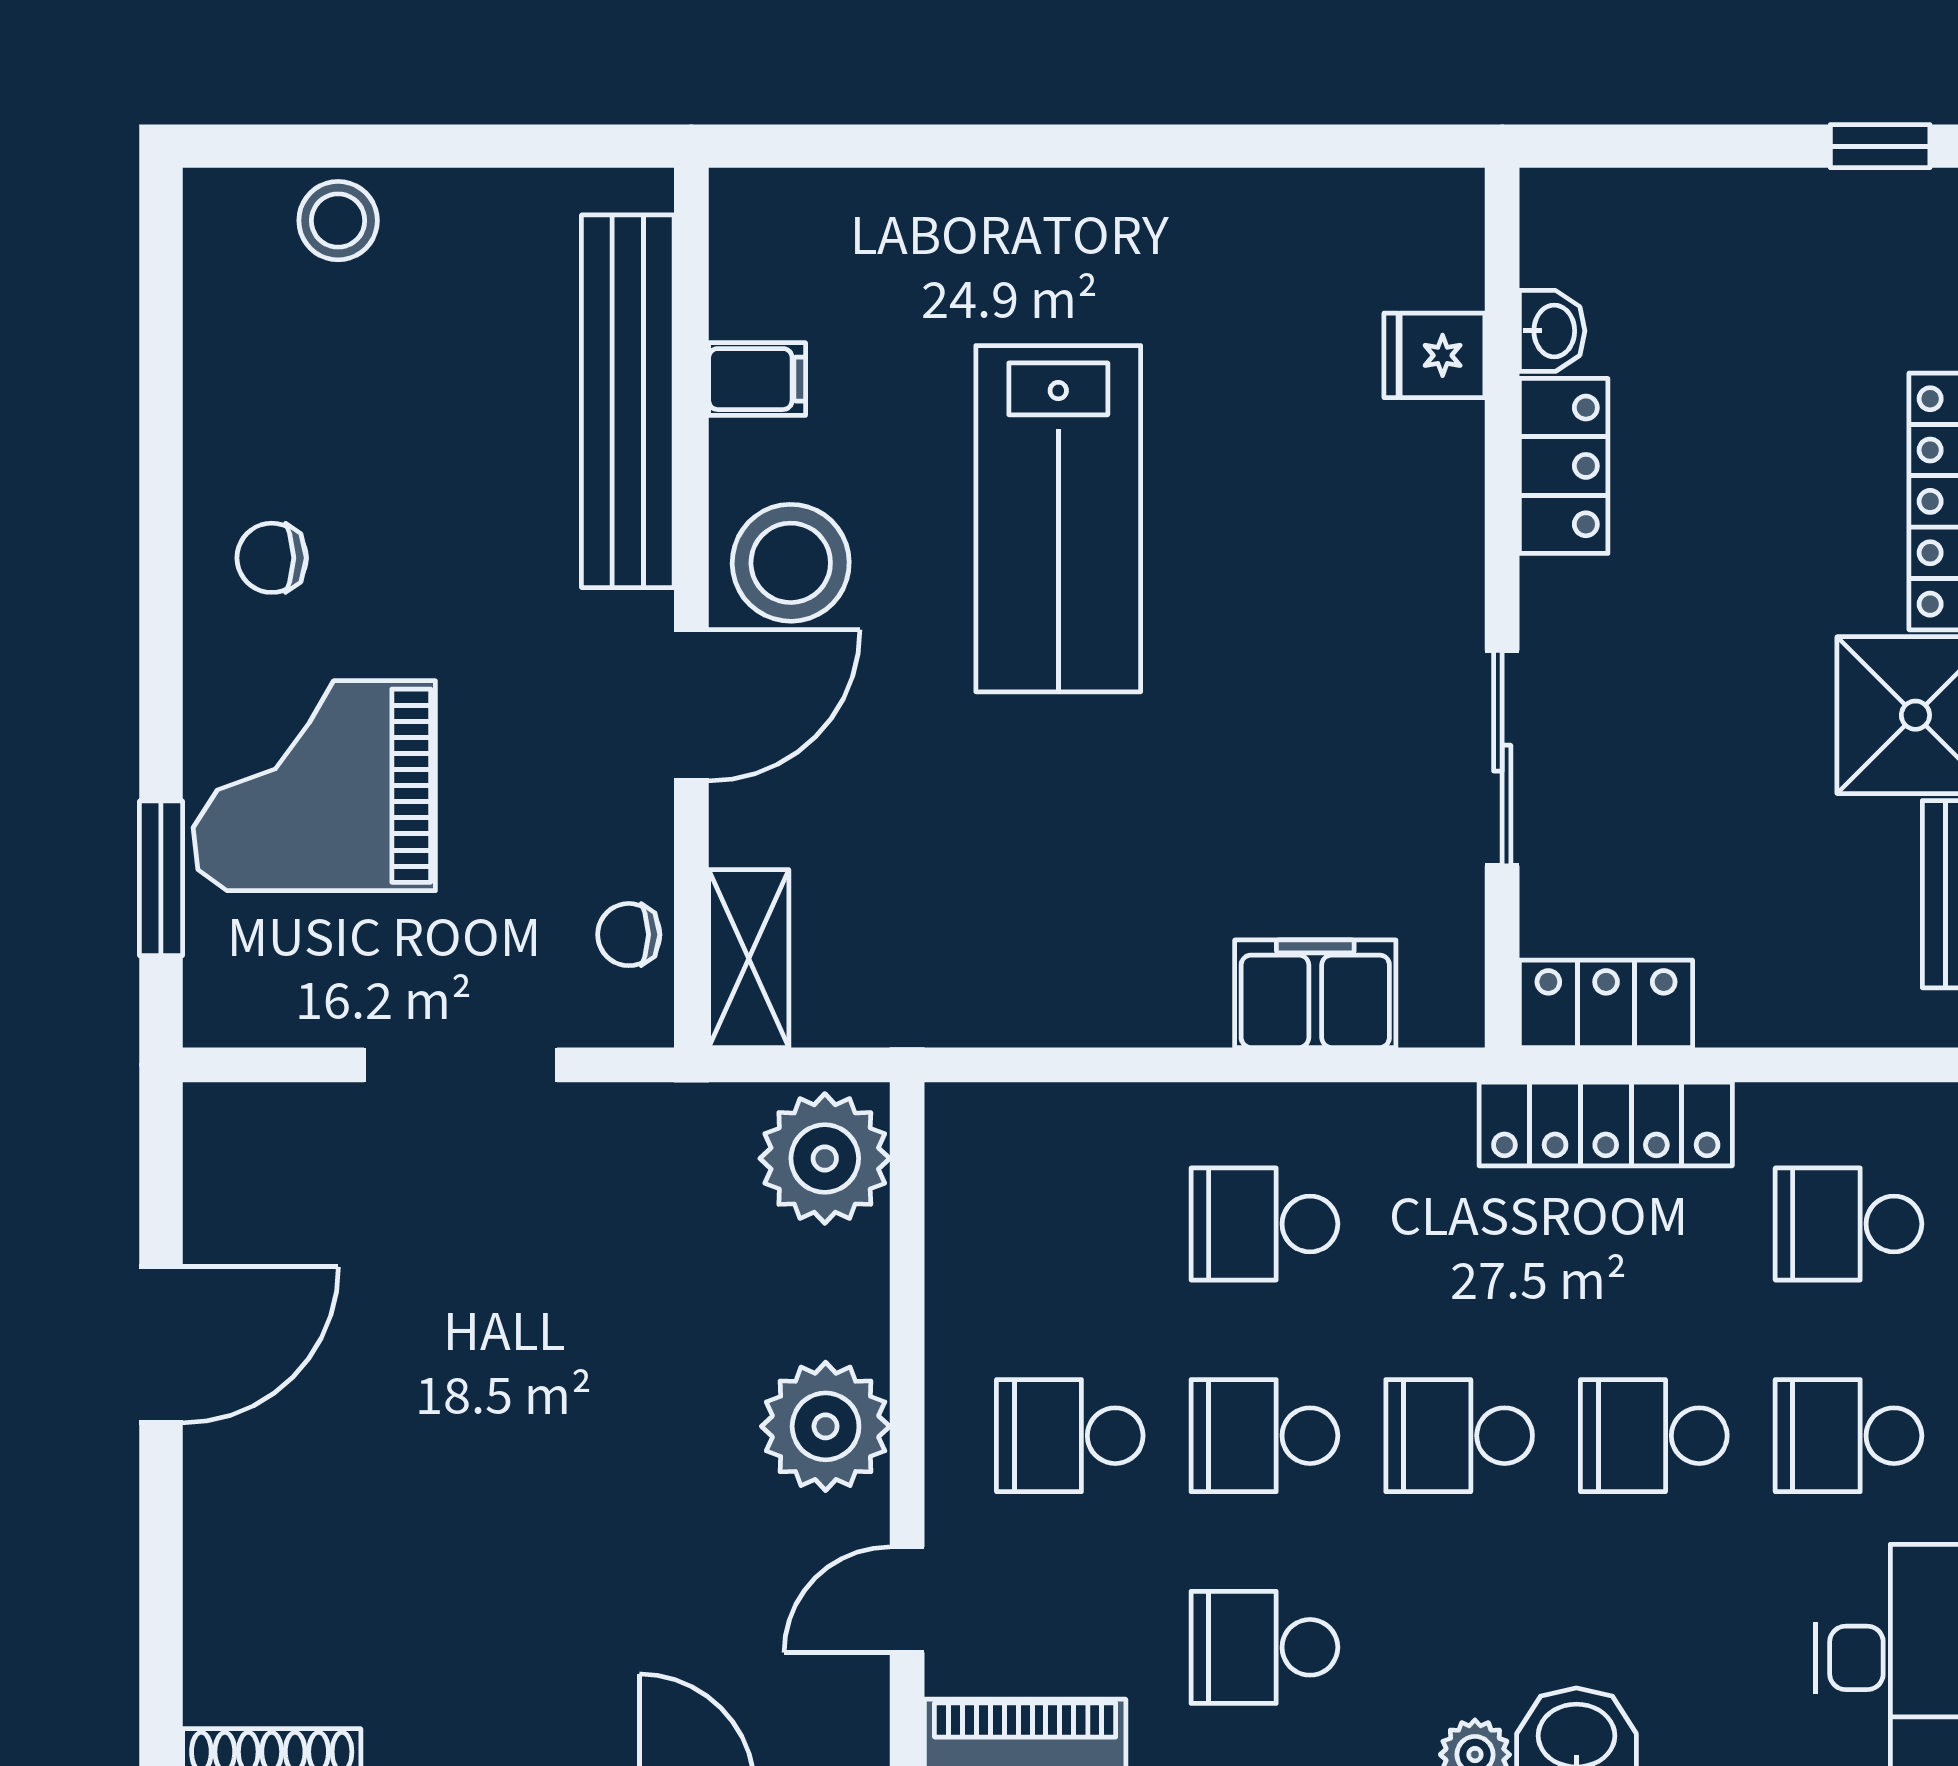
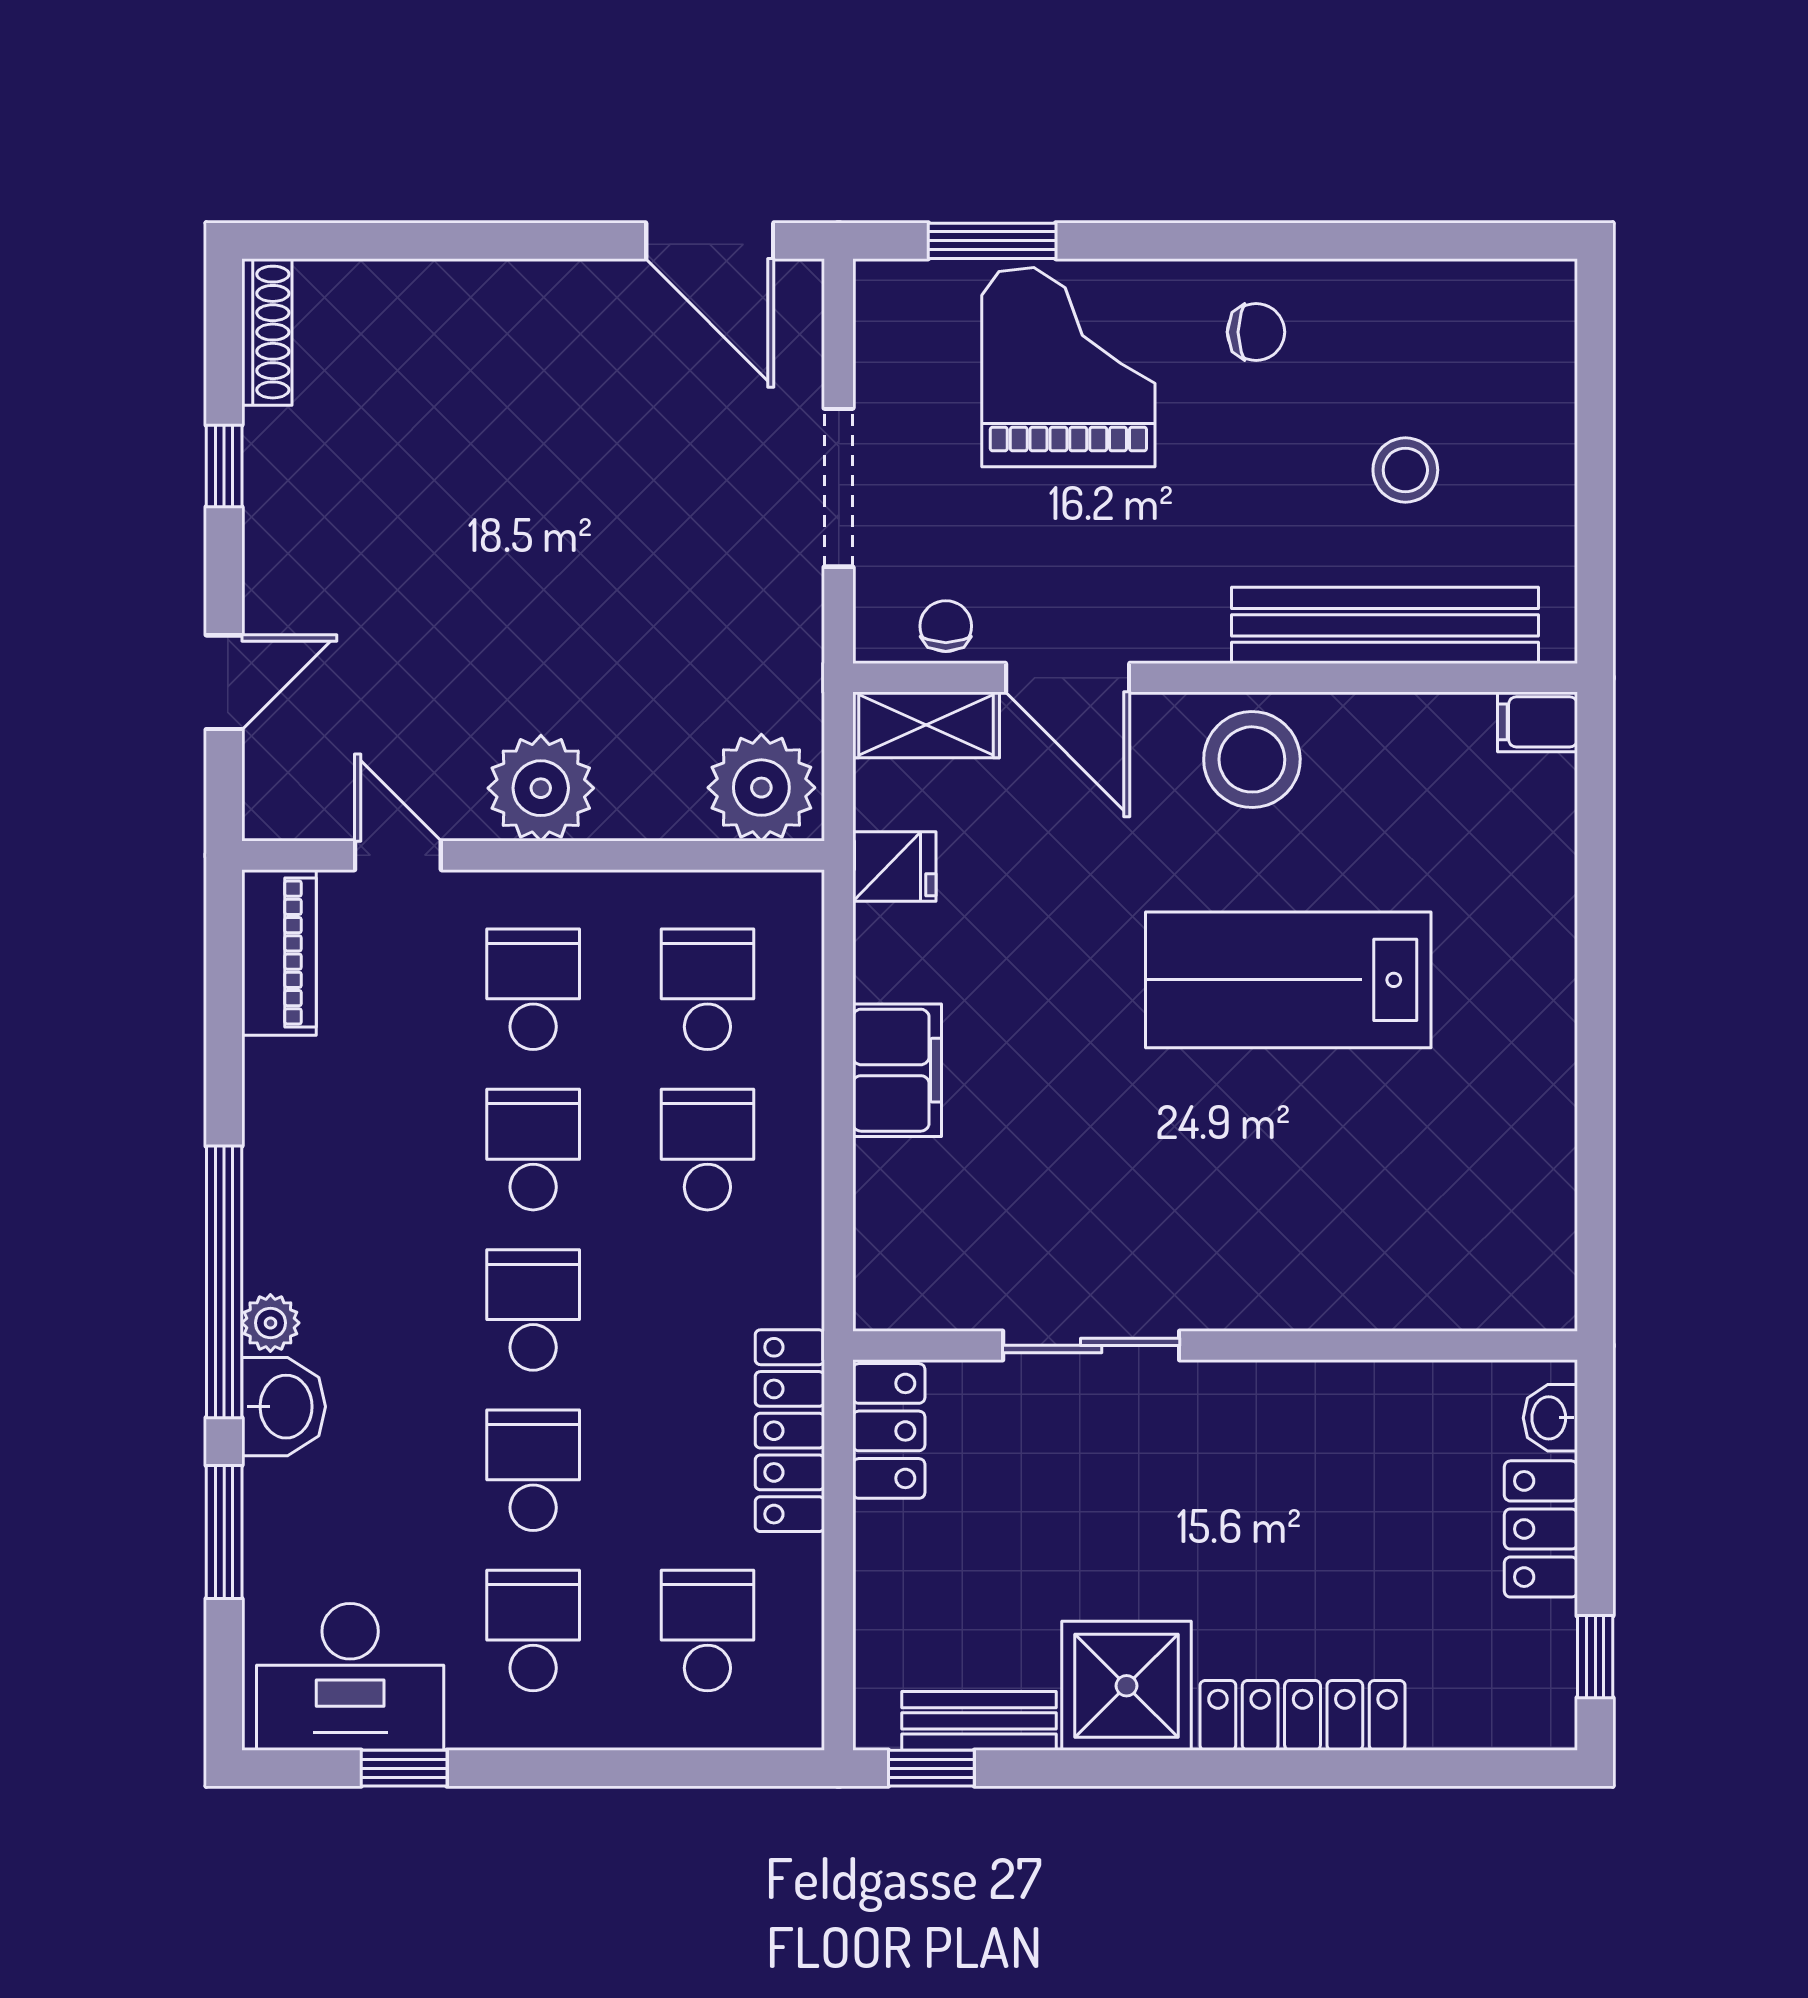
stool: (338, 221) -> (1405, 470), moved
washbasin: (1552, 331) -> (1550, 1418), moved, turned 90
fridge: (1434, 355) -> (894, 867), moved, turned 90
filing cabinet: (757, 379) -> (1537, 722), moved, turned 90
locker: (1564, 466) -> (1541, 1529), moved, turned 90
chair: (272, 558) -> (1256, 332), turned 90
door: (691, 705) -> (1068, 678), moved
filing cabinet: (1315, 994) -> (897, 1070), moved
door: (161, 1345) -> (710, 241), moved
school desk: (1264, 1647) -> (707, 989), moved

